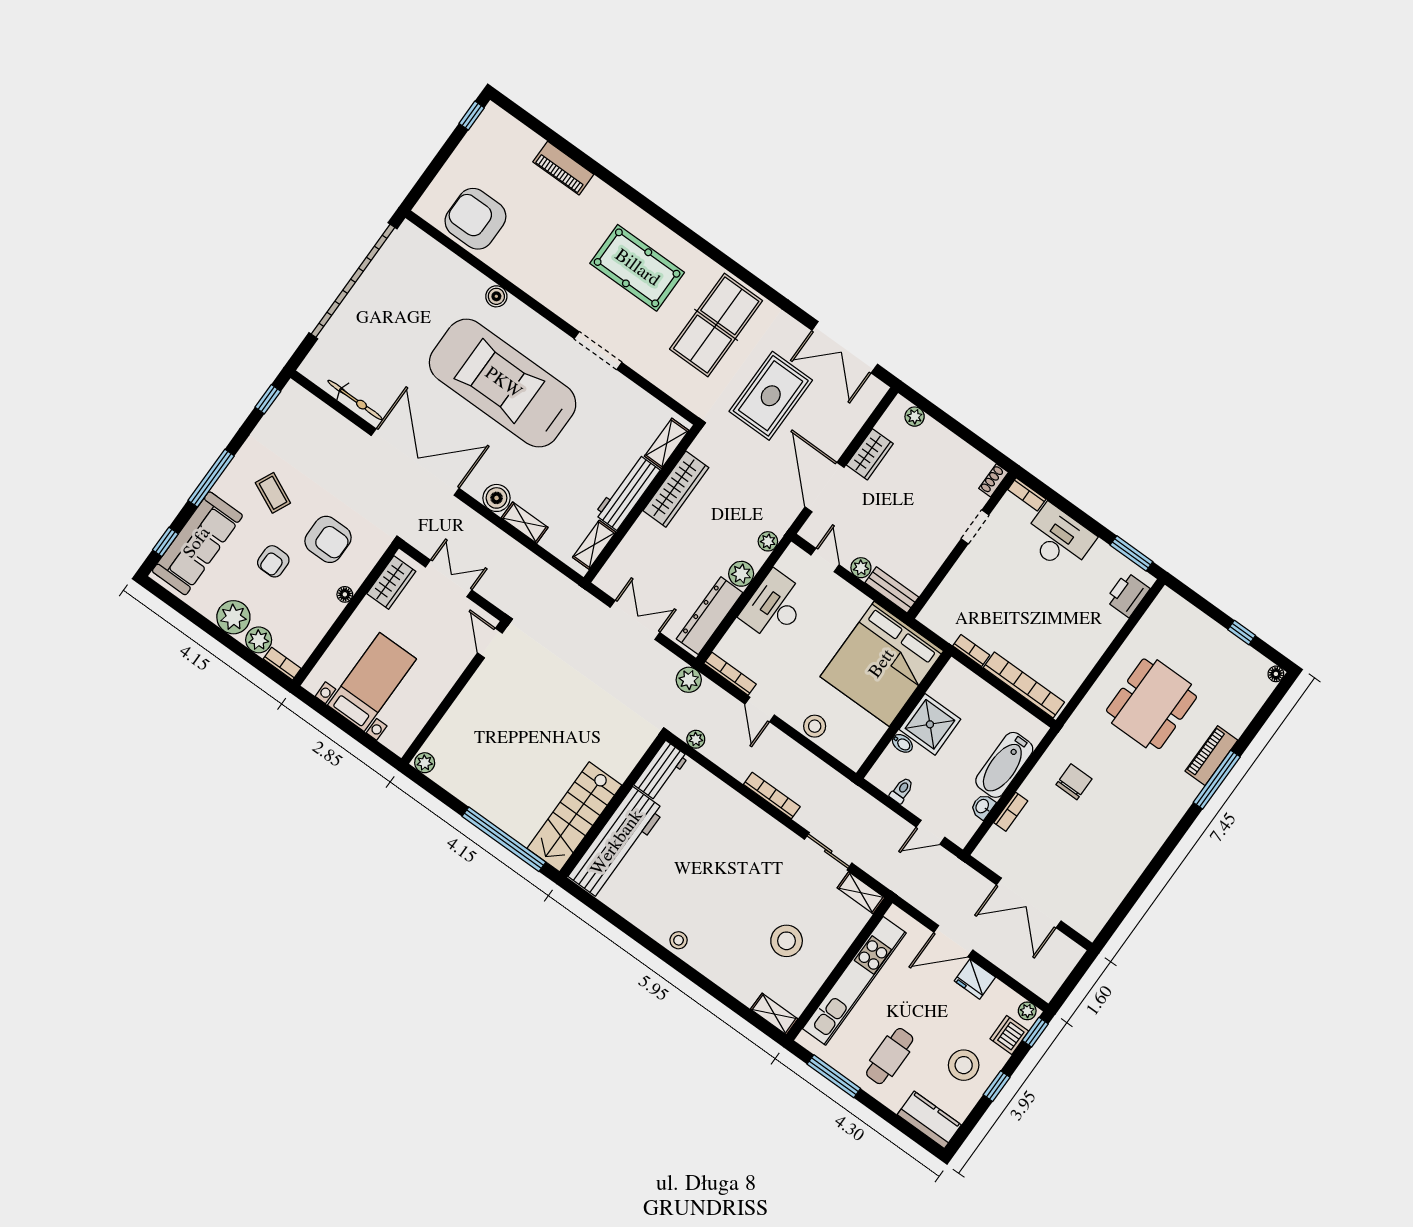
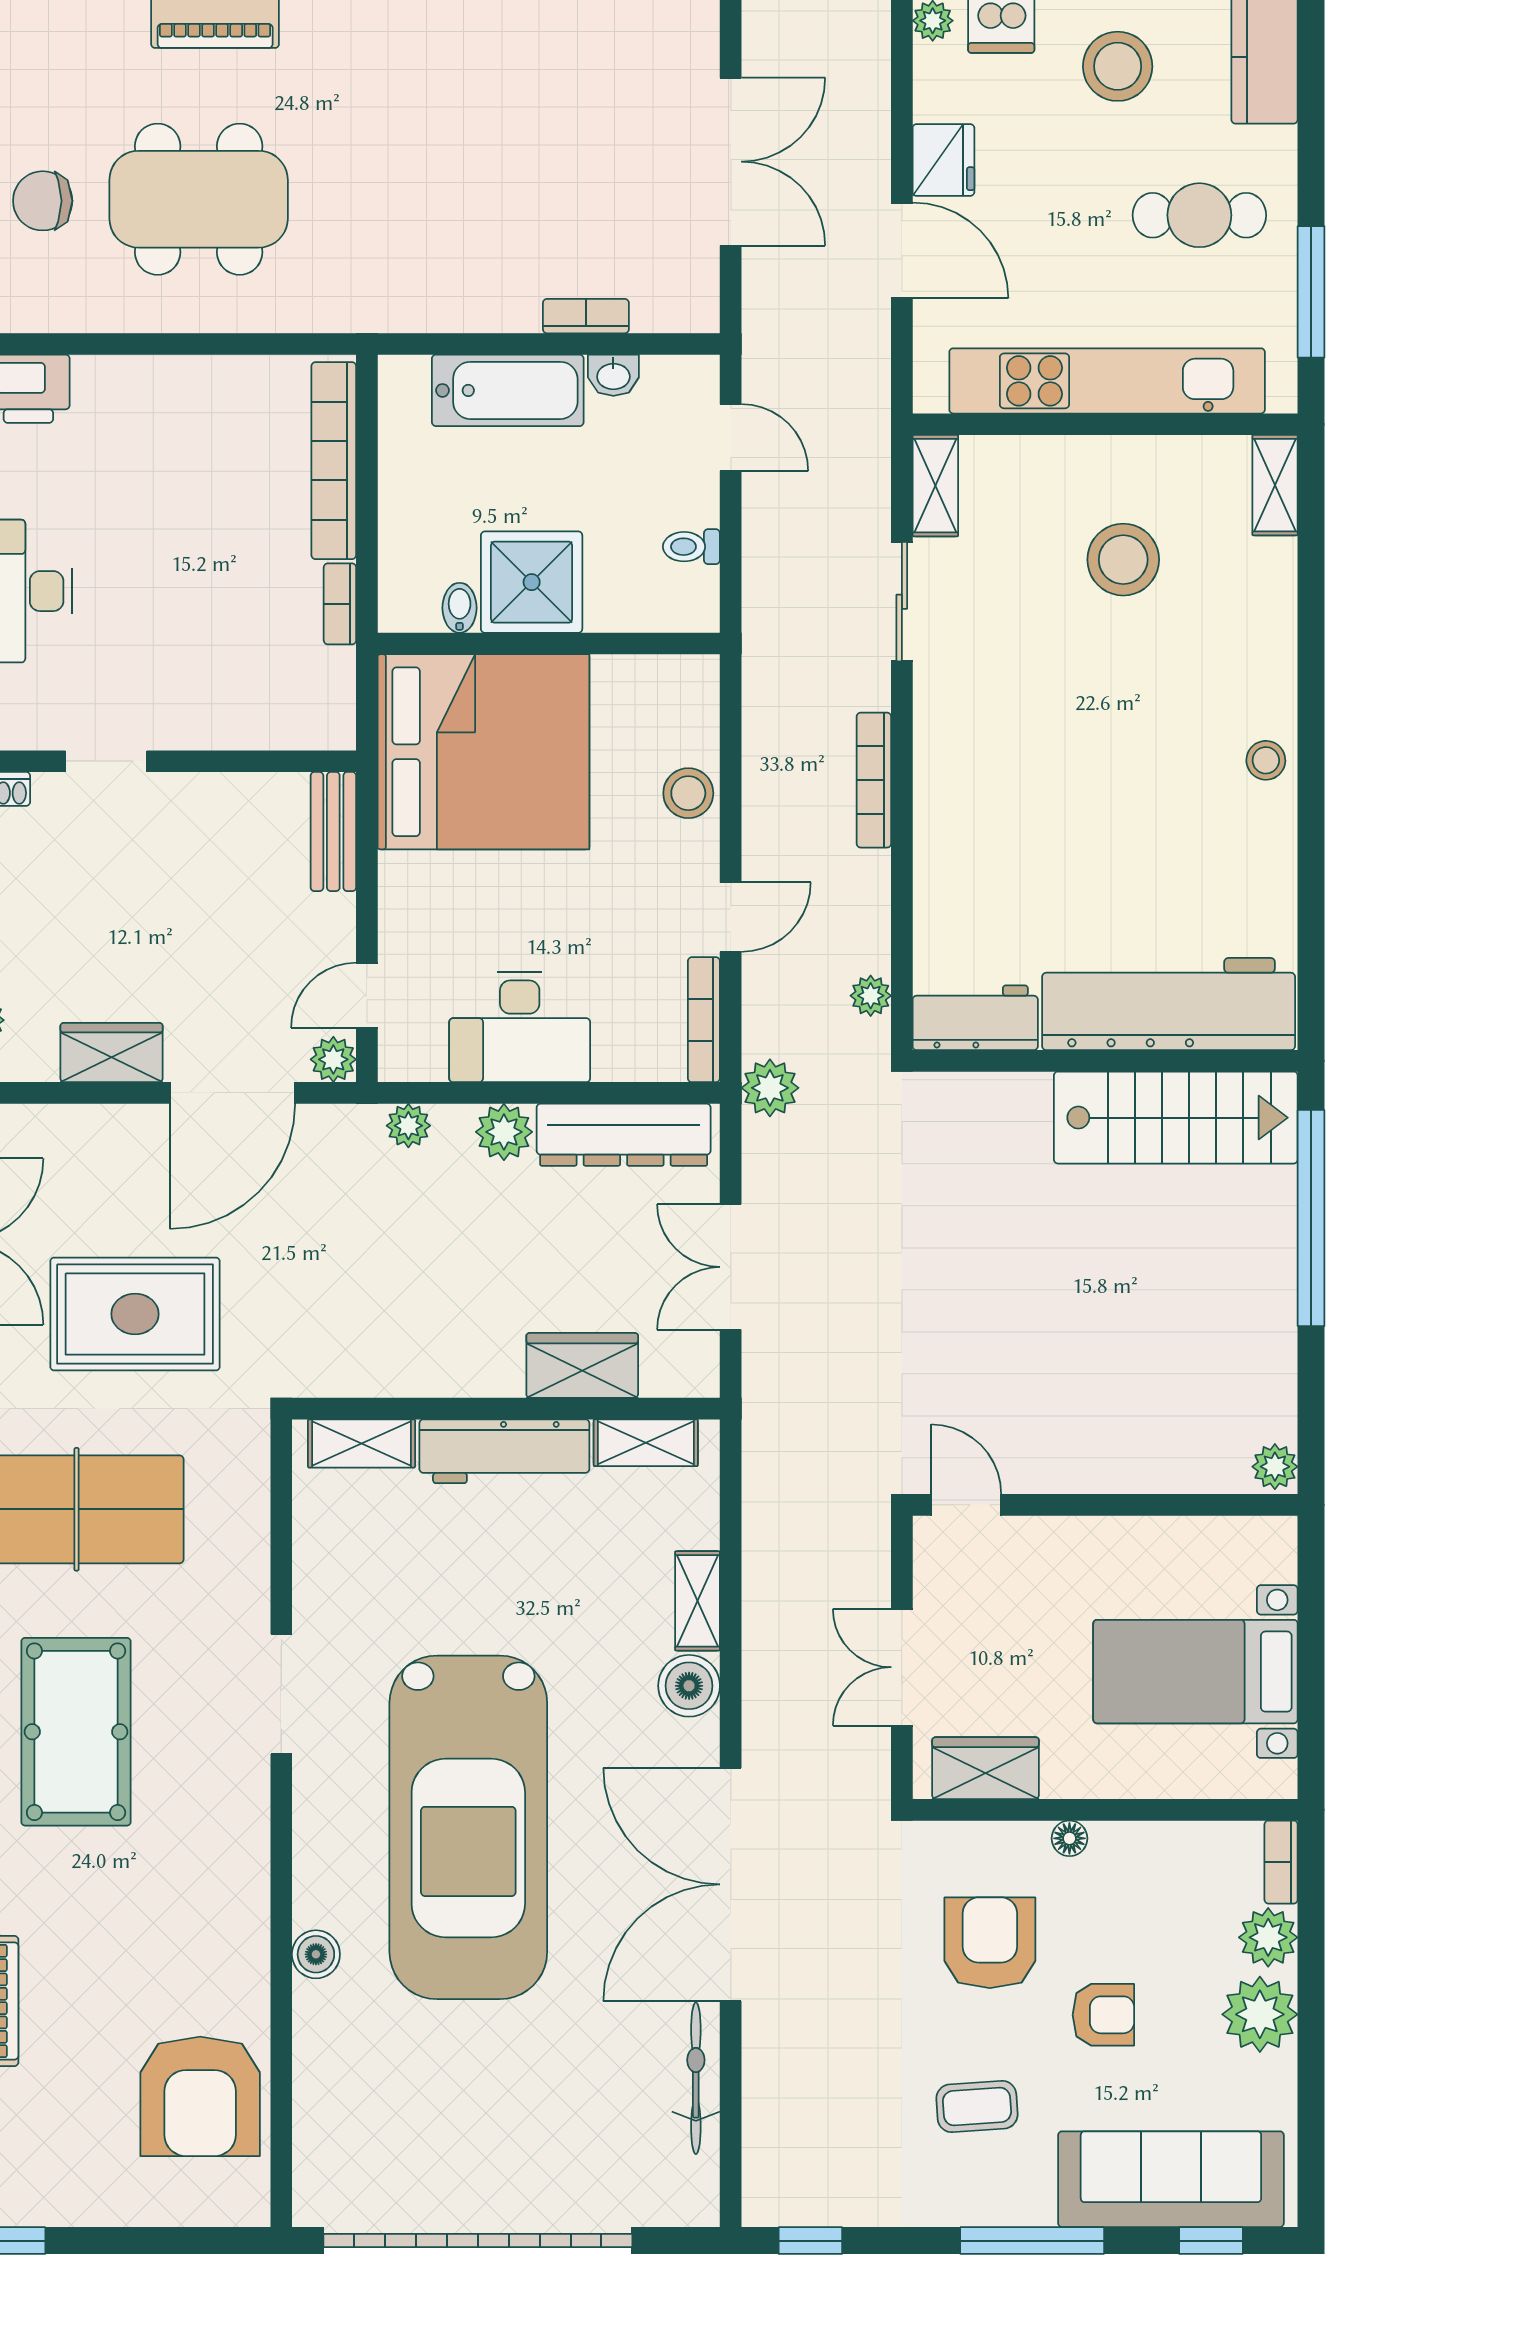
wardrobe: (676, 489) -> (582, 1365), moved, width x0.67
coffee table: (273, 493) -> (977, 2107), turned 61
plant: (861, 568) -> (333, 1059), moved
door: (490, 643) -> (966, 1505), swing flipped
bidet: (902, 743) -> (460, 608), moved
chair: (1074, 782) -> (43, 201), moved

